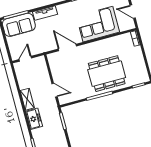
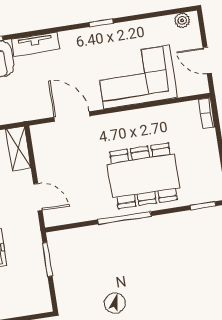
shelving: (42, 67) -> (18, 148), added

